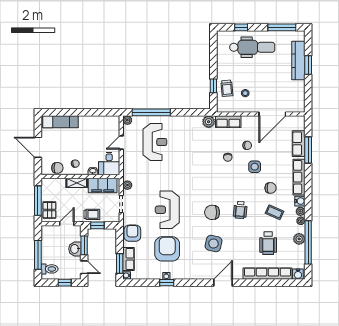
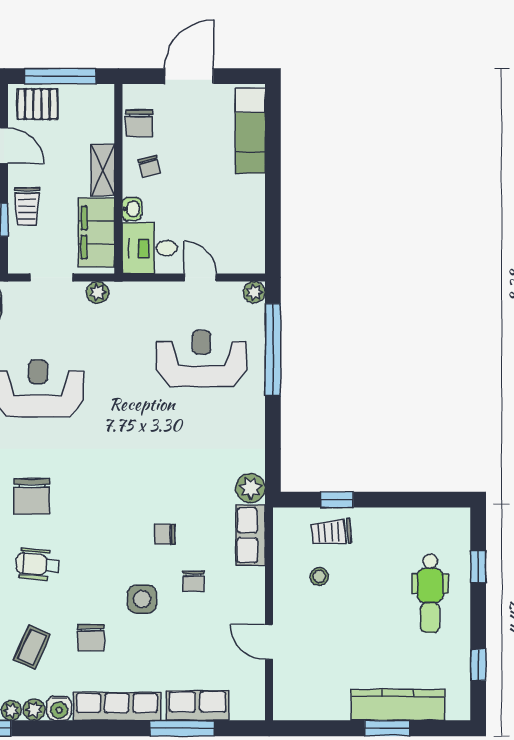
window: (282, 27) -> (478, 665), width x0.46
dental chair: (252, 47) -> (430, 593), width x0.73, depth x0.72
door: (272, 114) -> (269, 642), width x0.53
reception desk: (155, 142) -> (202, 359), turned 180
chair: (212, 212) -> (32, 497), turned 180

